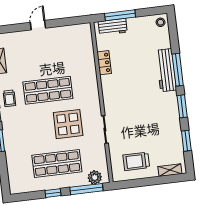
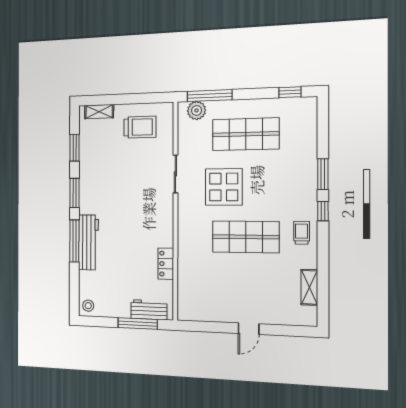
window: (53, 193) -> (290, 92), moved

